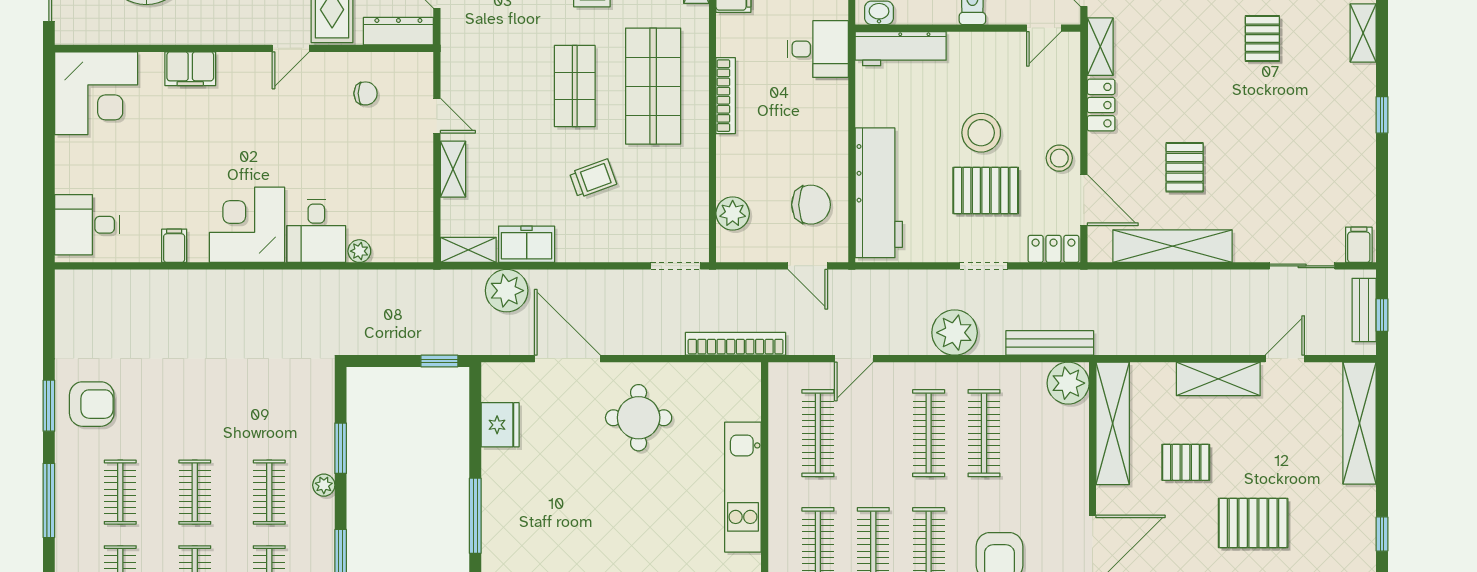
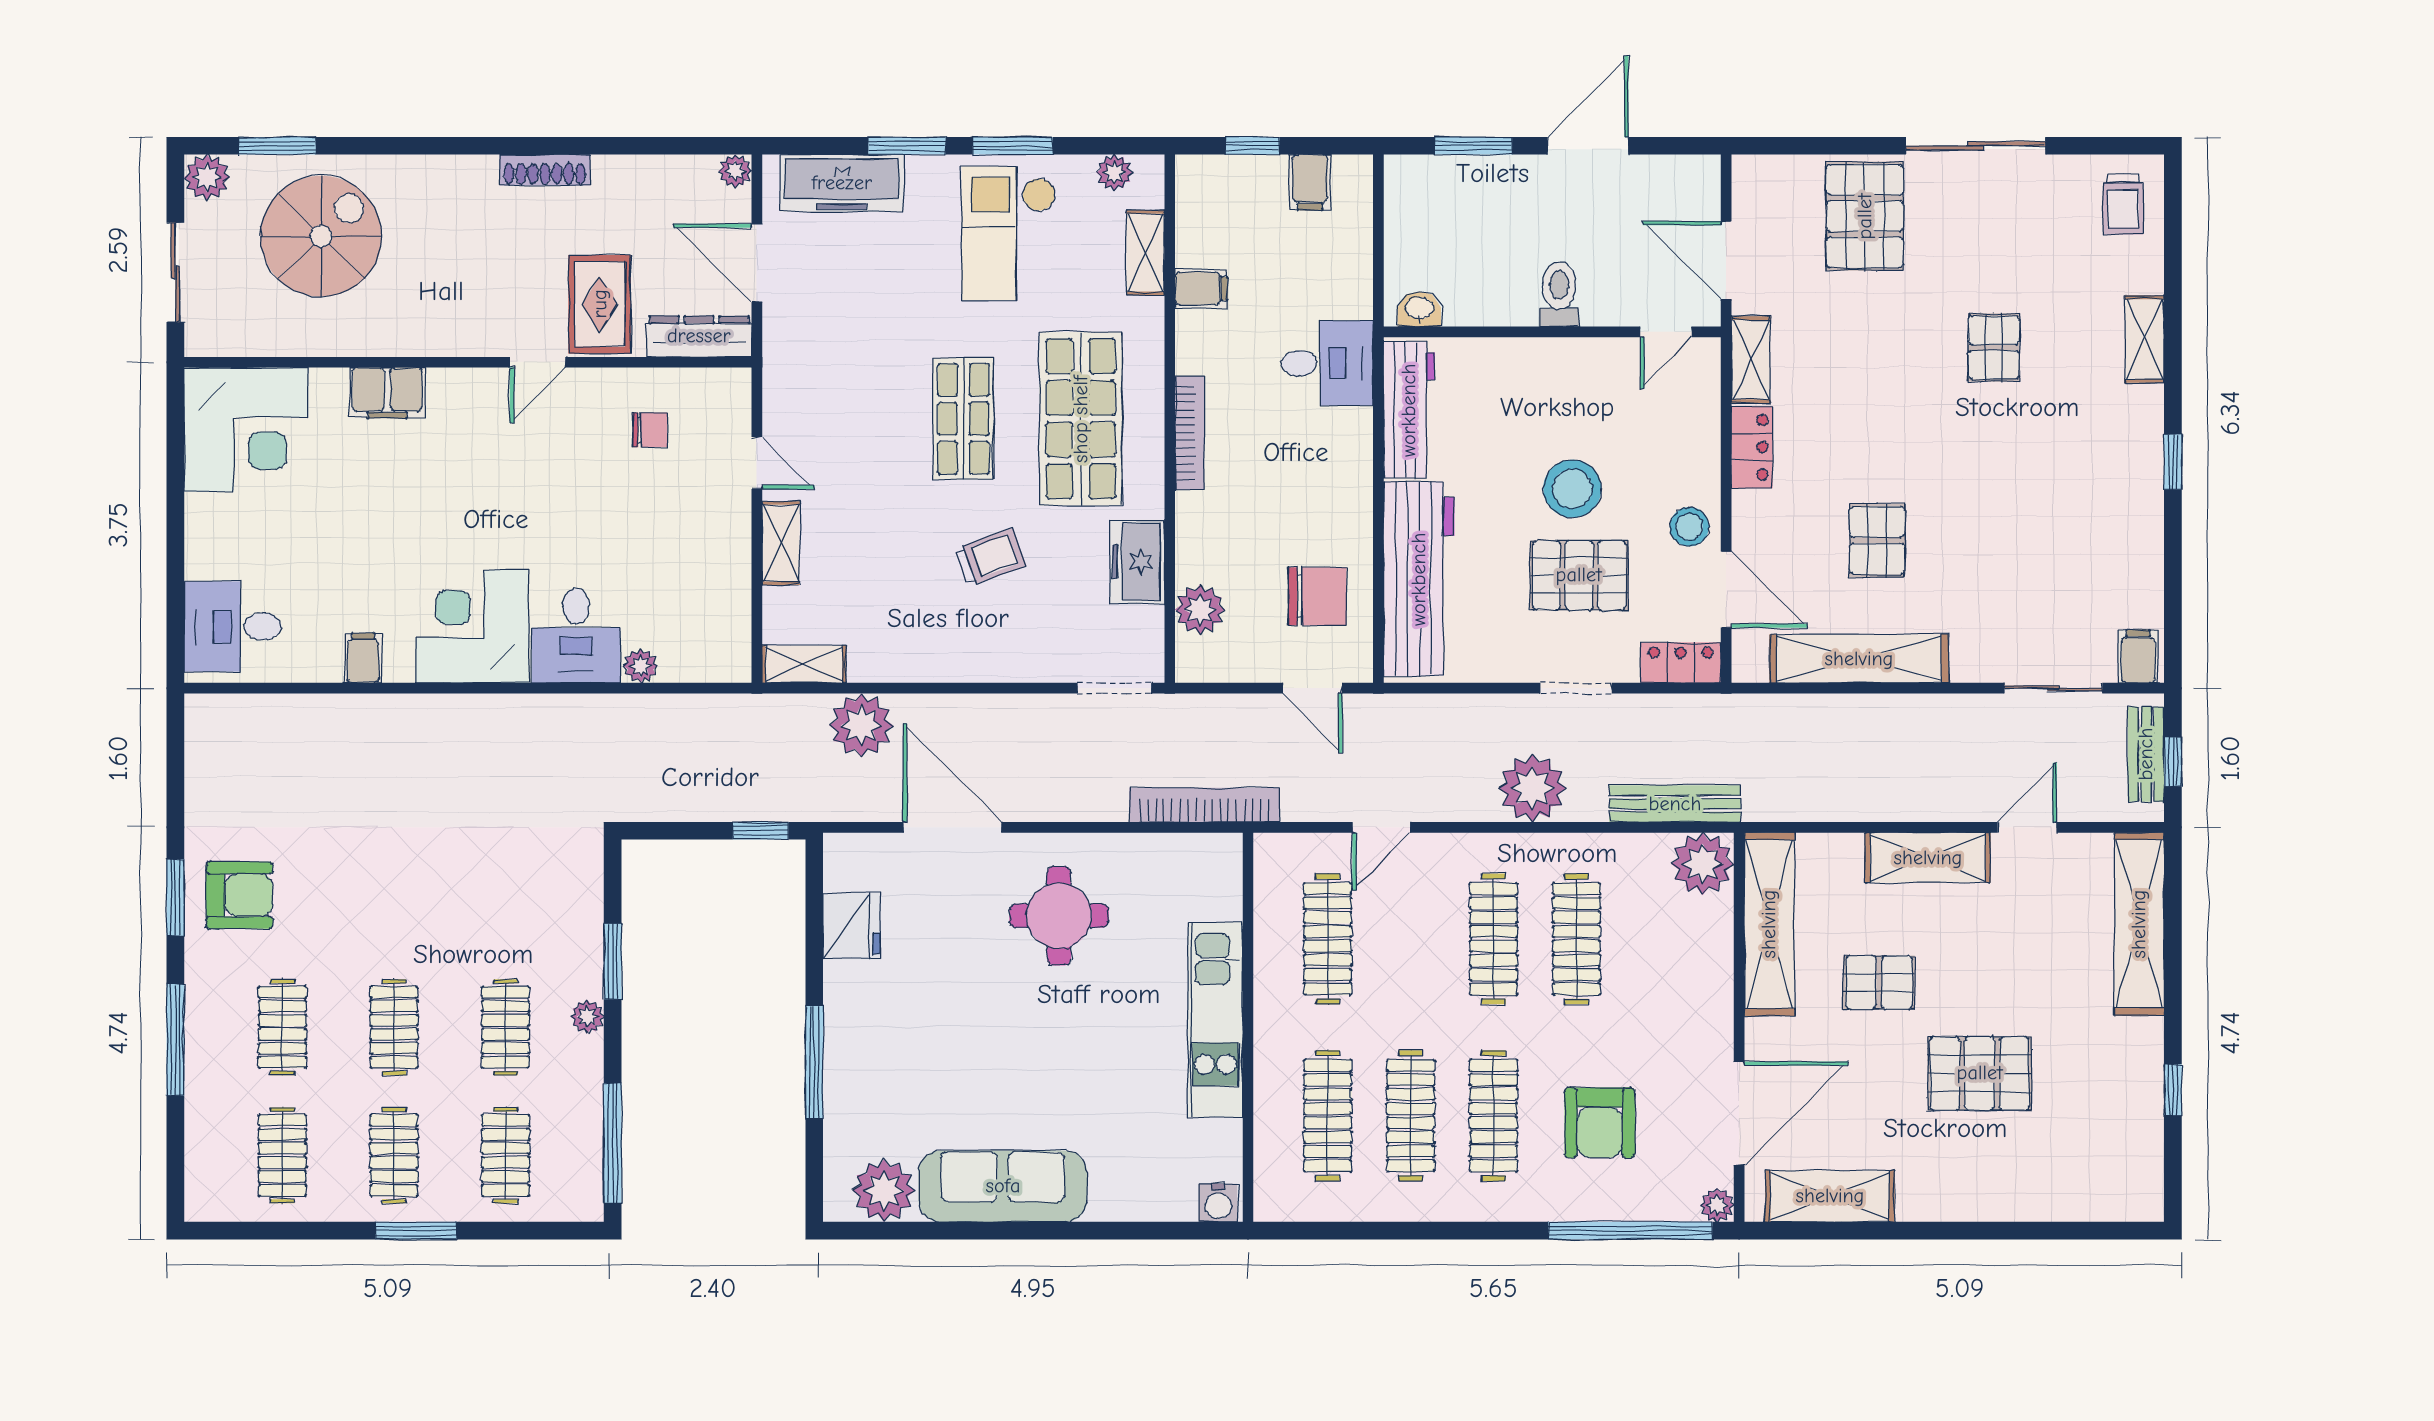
workbench: (901, 49) -> (1409, 410), moved, turned -90
freezer: (527, 244) -> (1137, 562), moved, turned -90

